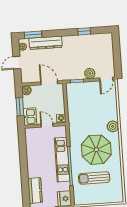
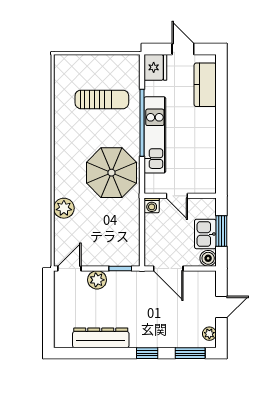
window: (84, 31) -> (147, 353), moved
dresser: (46, 43) -> (101, 338), moved
kitchen sink: (30, 117) -> (205, 234), moved
plant: (113, 126) -> (64, 208), moved
parasol: (96, 150) -> (111, 173), moved

